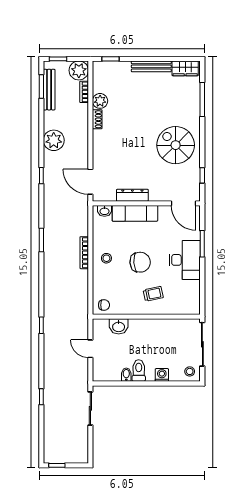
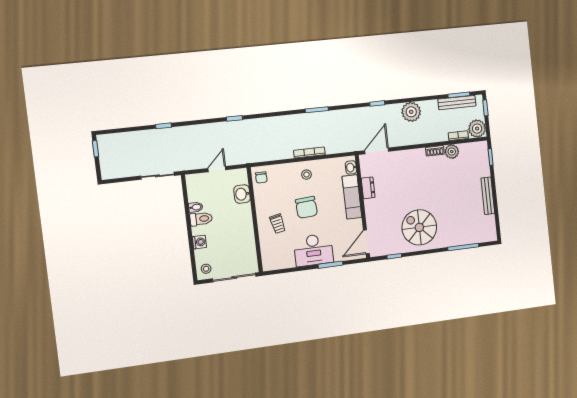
wardrobe: (185, 68) -> (489, 227), removed
spiral stairs: (176, 145) -> (419, 227), turned -90
dresser: (132, 195) -> (368, 188), width x0.70

